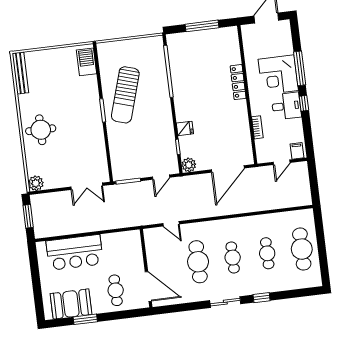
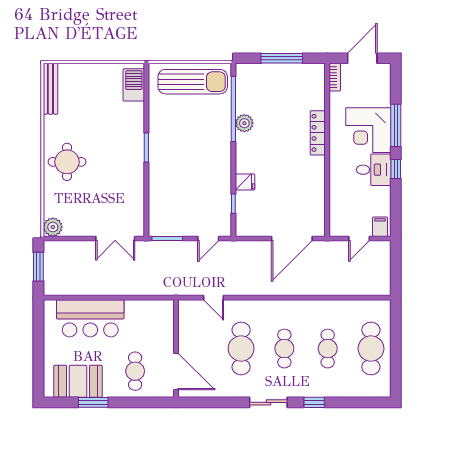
sun lounger: (125, 95) -> (193, 82), moved, turned -107
bookcase: (257, 127) -> (335, 77), moved
plant: (189, 165) -> (244, 123), moved

